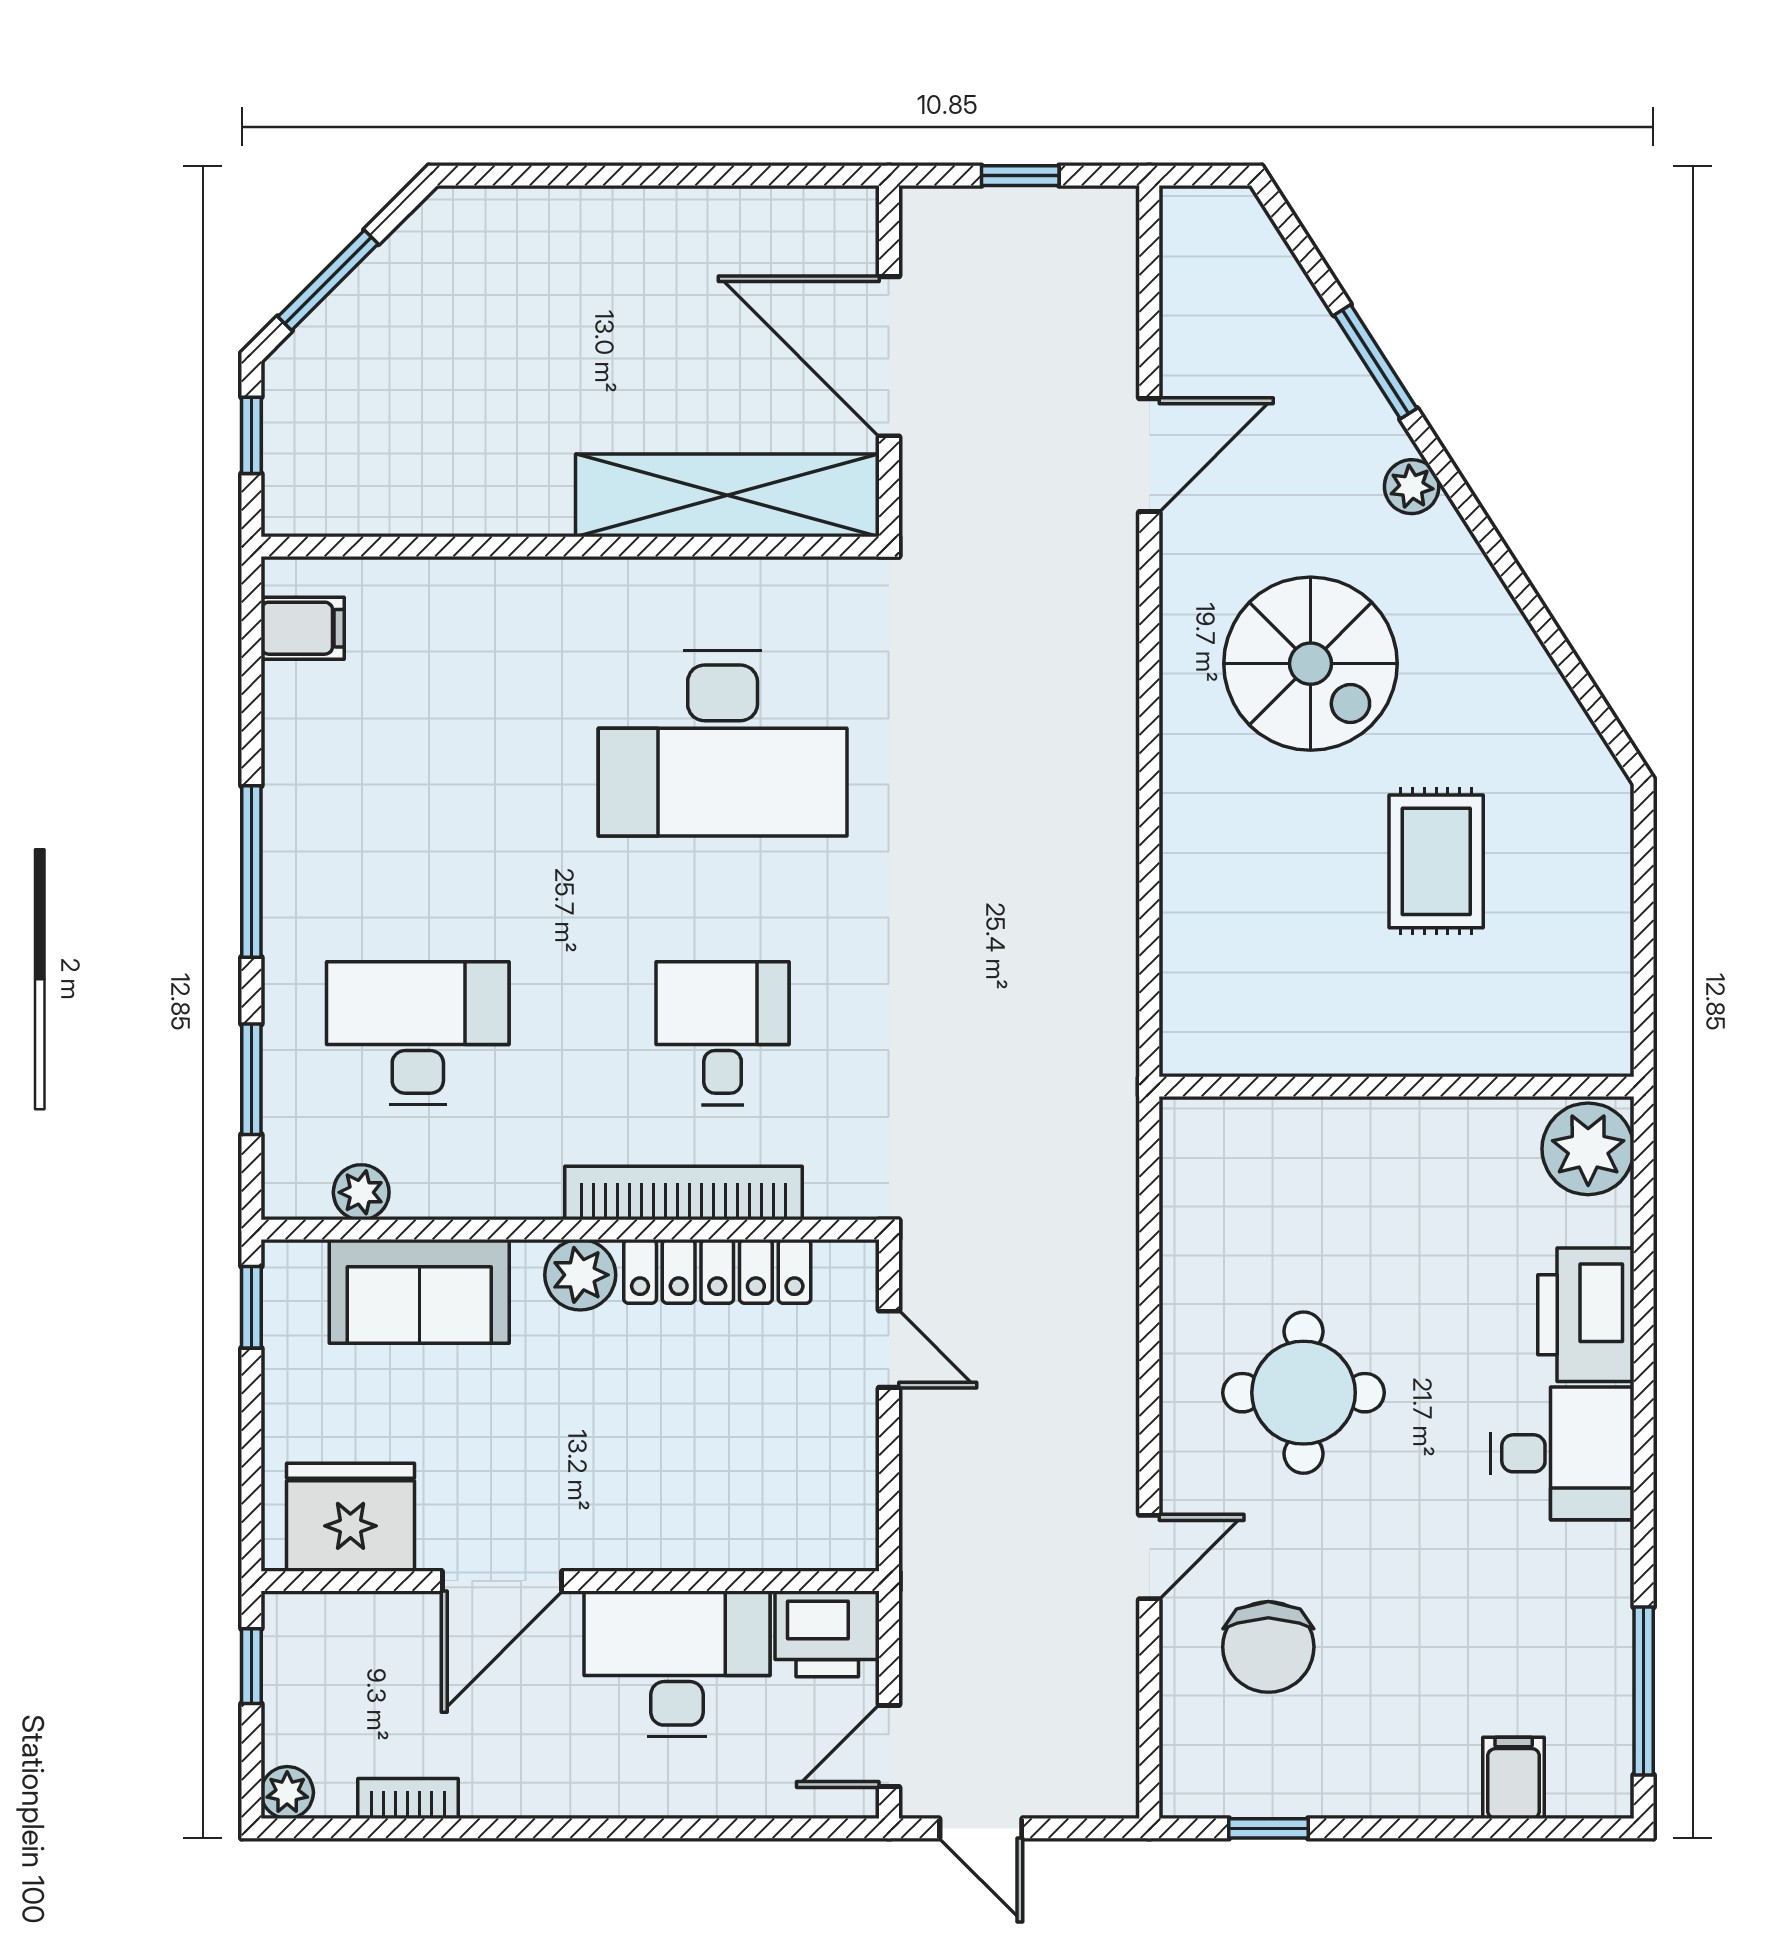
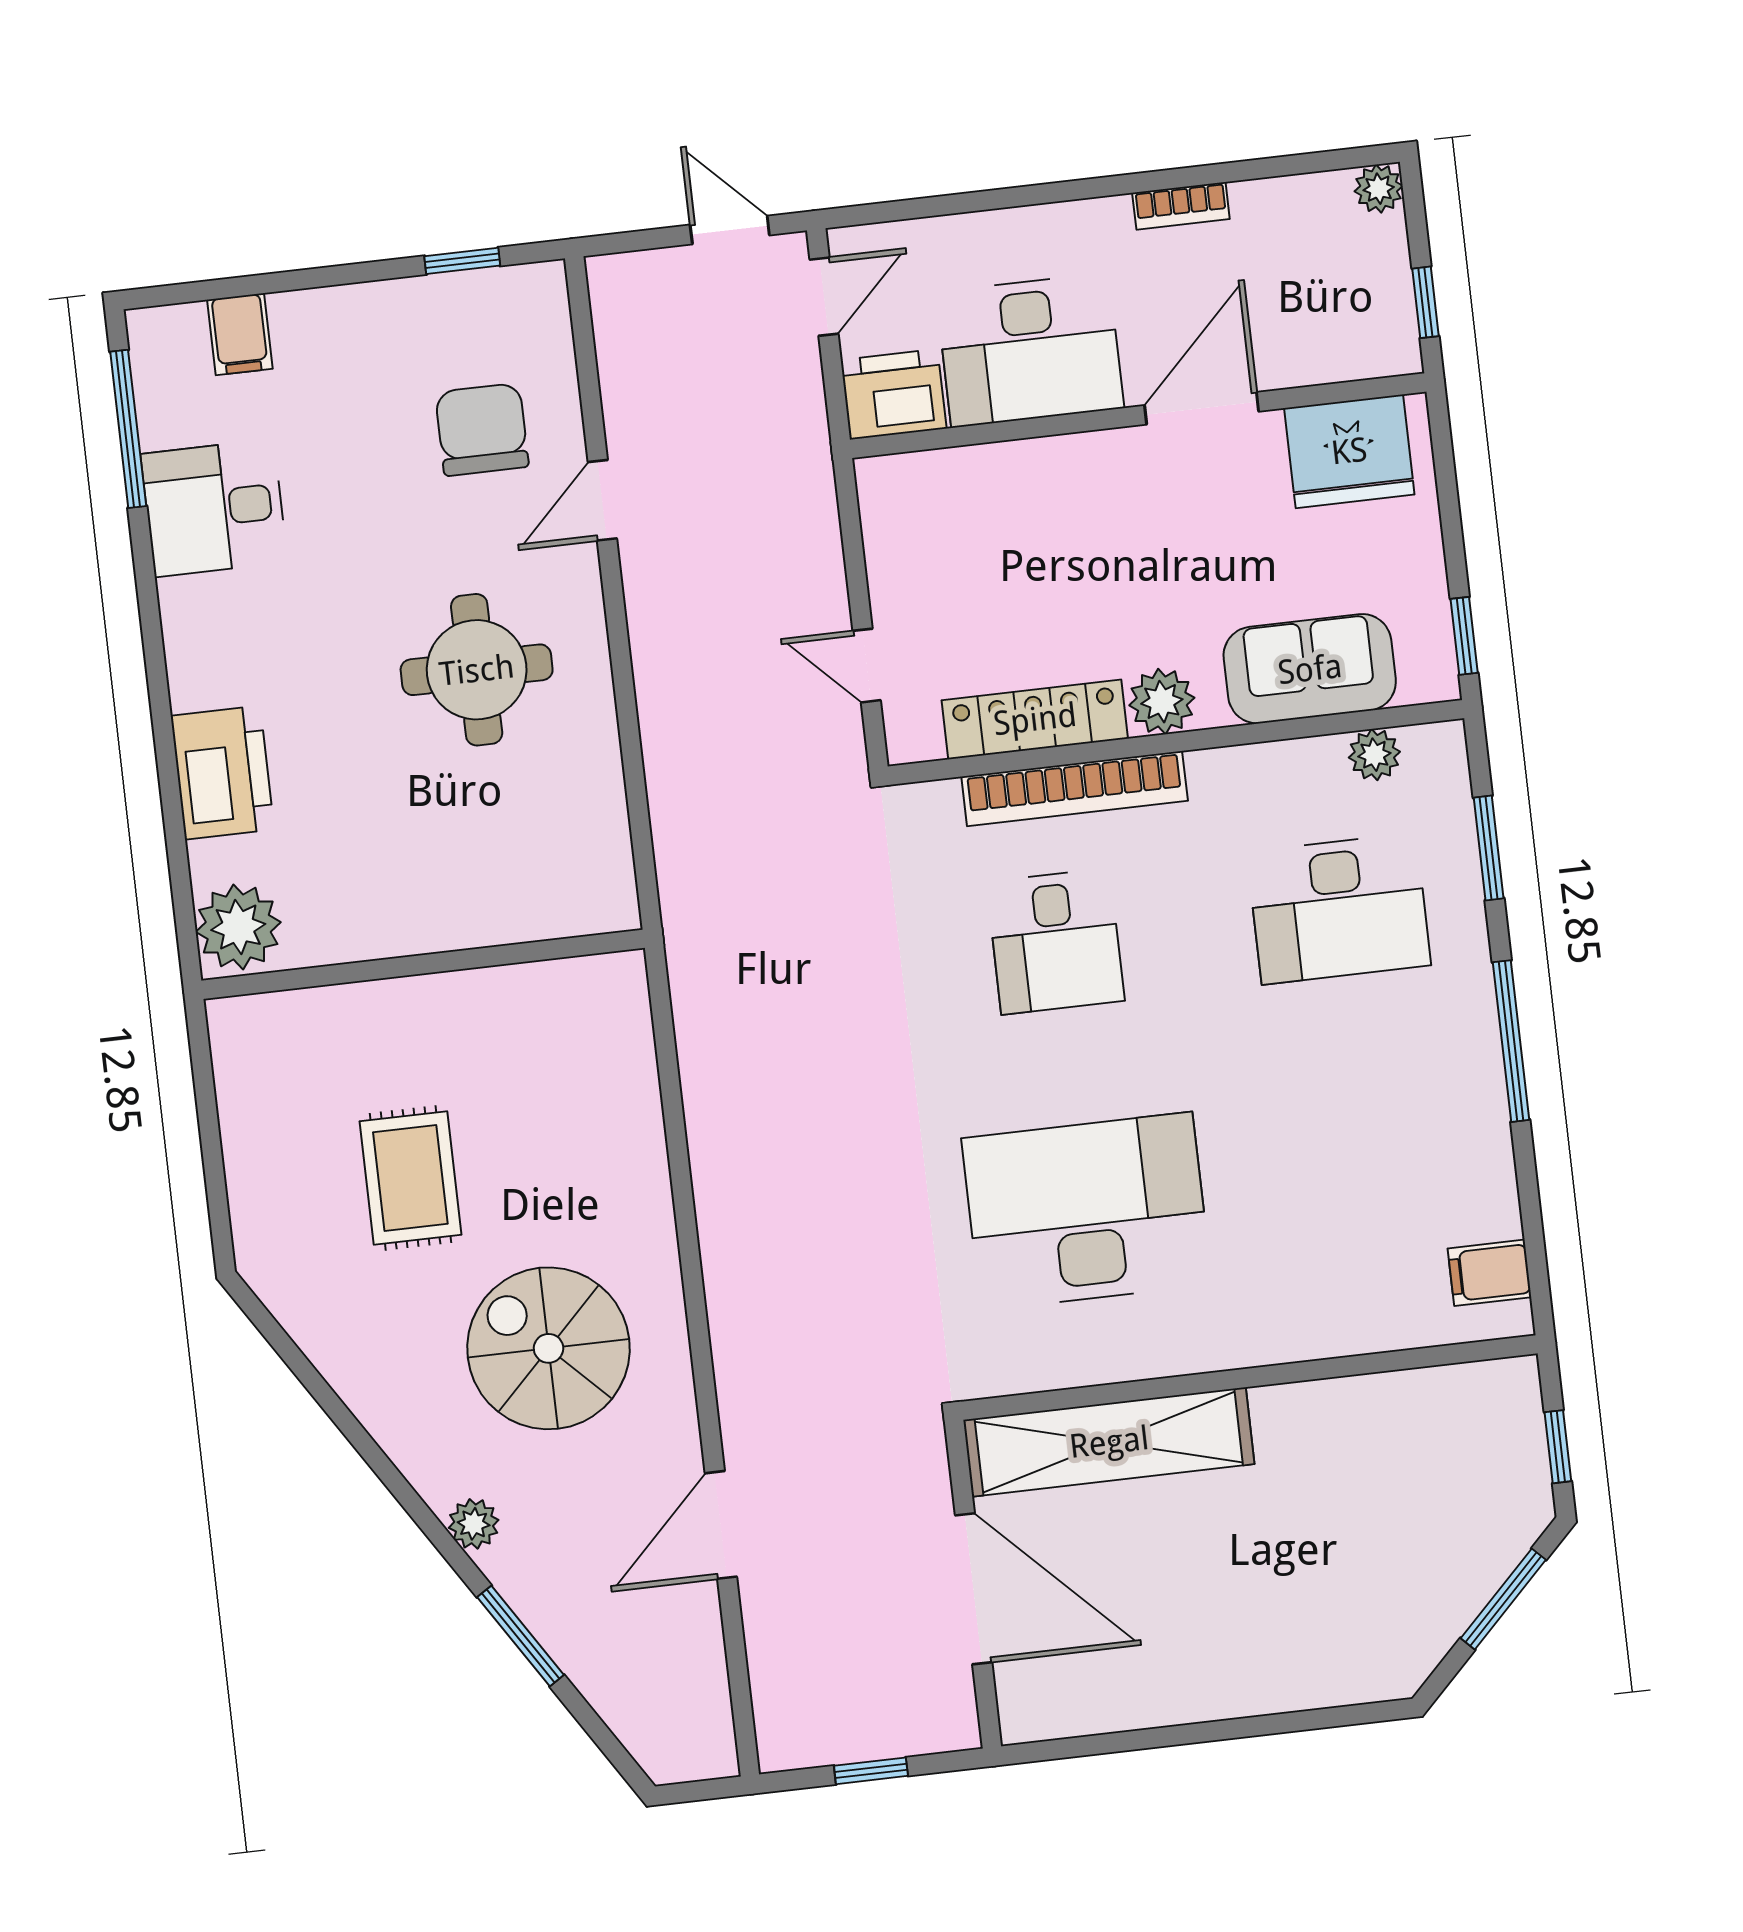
desk: (1562, 1453) -> (214, 508), moved
bookcase: (408, 1799) -> (1181, 206), moved

